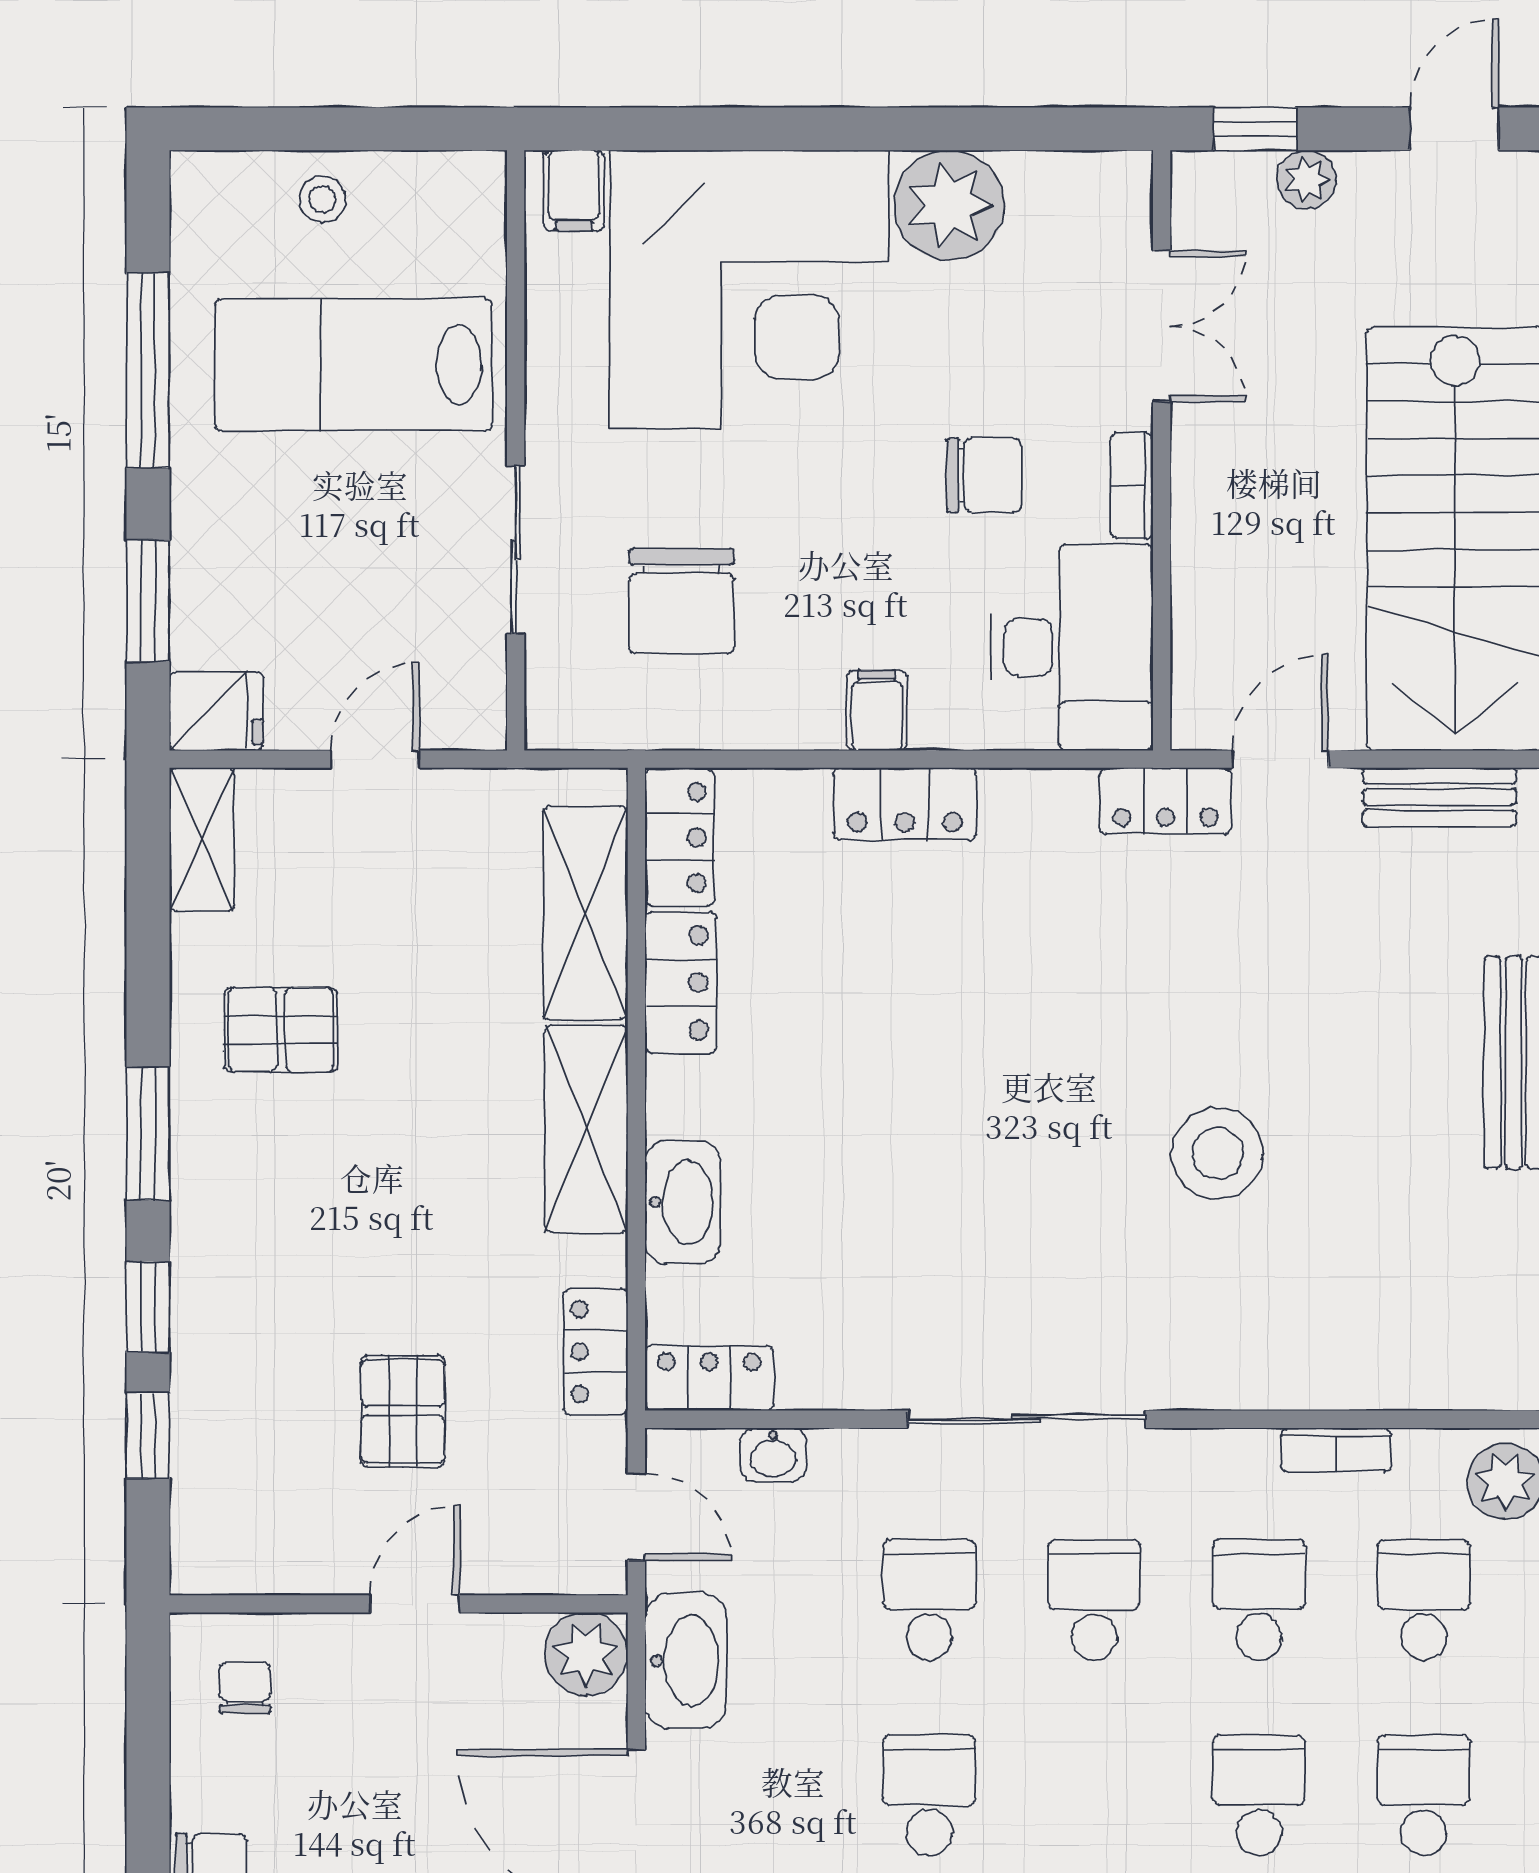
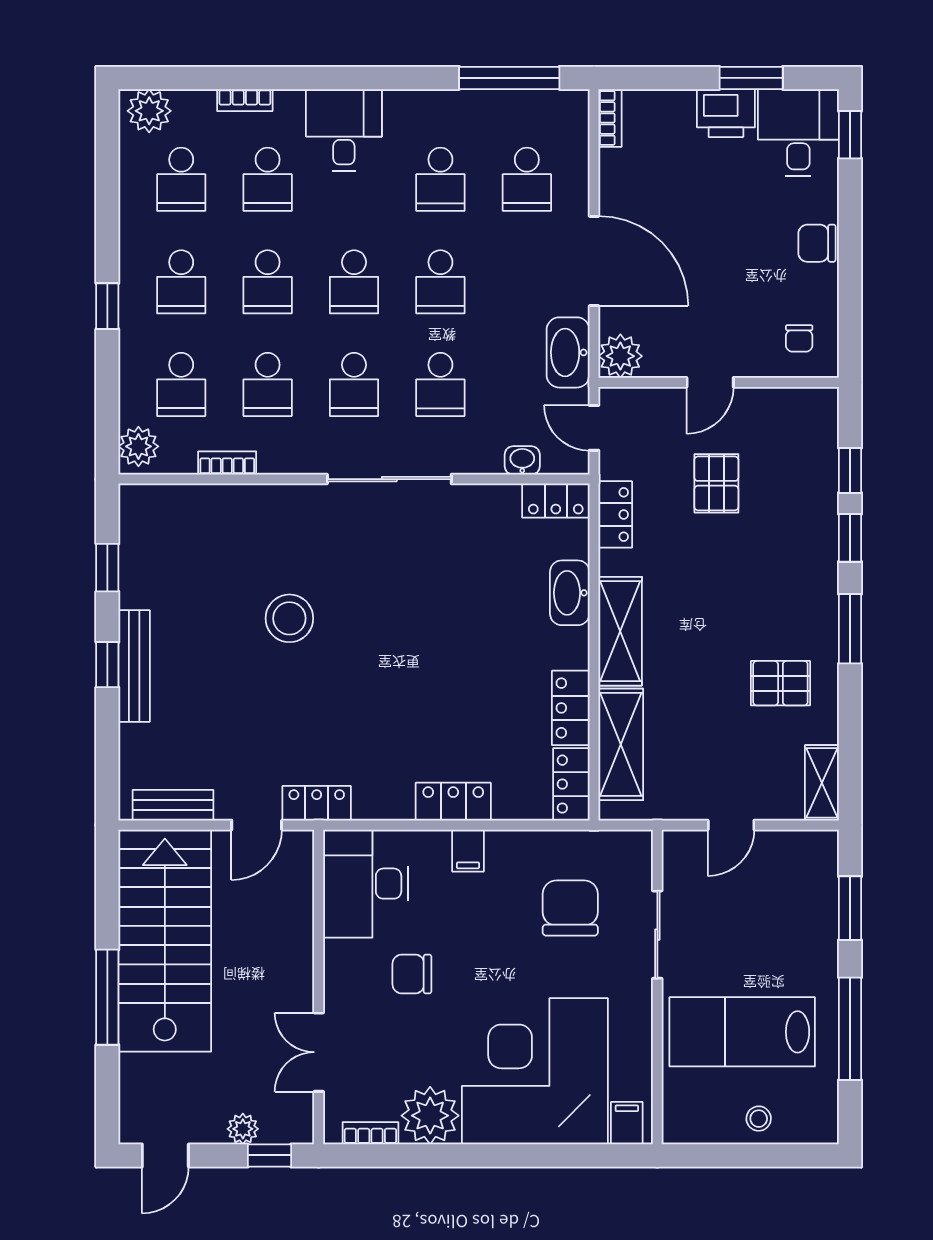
lab bench: (354, 365) -> (742, 1032), turned 180
bookcase: (1132, 486) -> (370, 1133), moved, turned -90
fridge: (216, 711) -> (814, 850), removed
school desk: (1094, 1795) -> (354, 282), added

